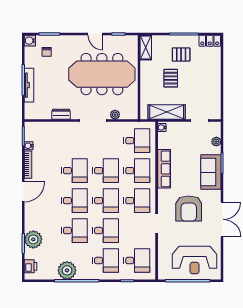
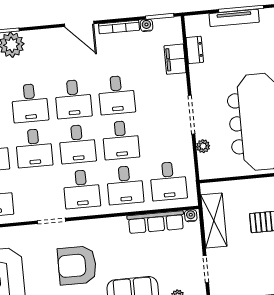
dresser: (61, 114) -> (195, 50), moved
filing cabinet: (54, 128) -> (175, 59), added
row of seats: (164, 169) -> (156, 222), moved

